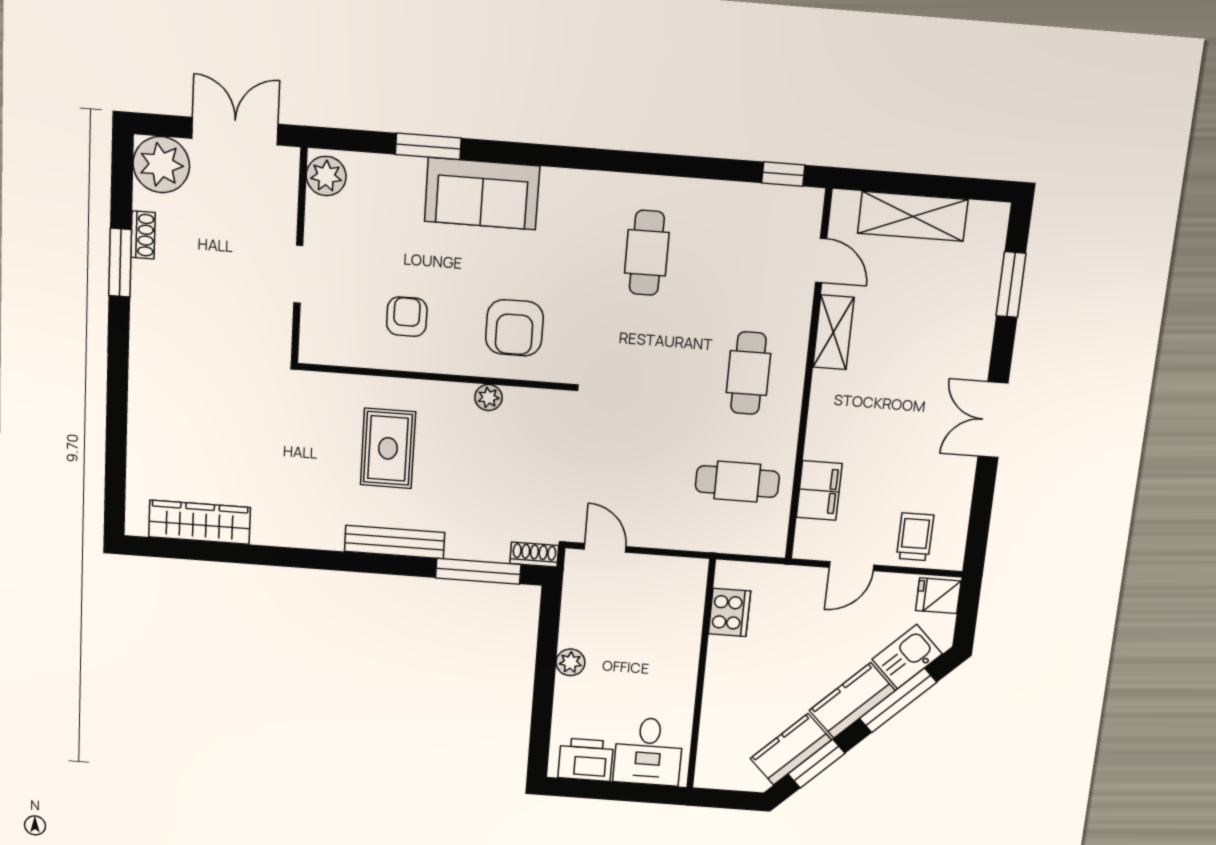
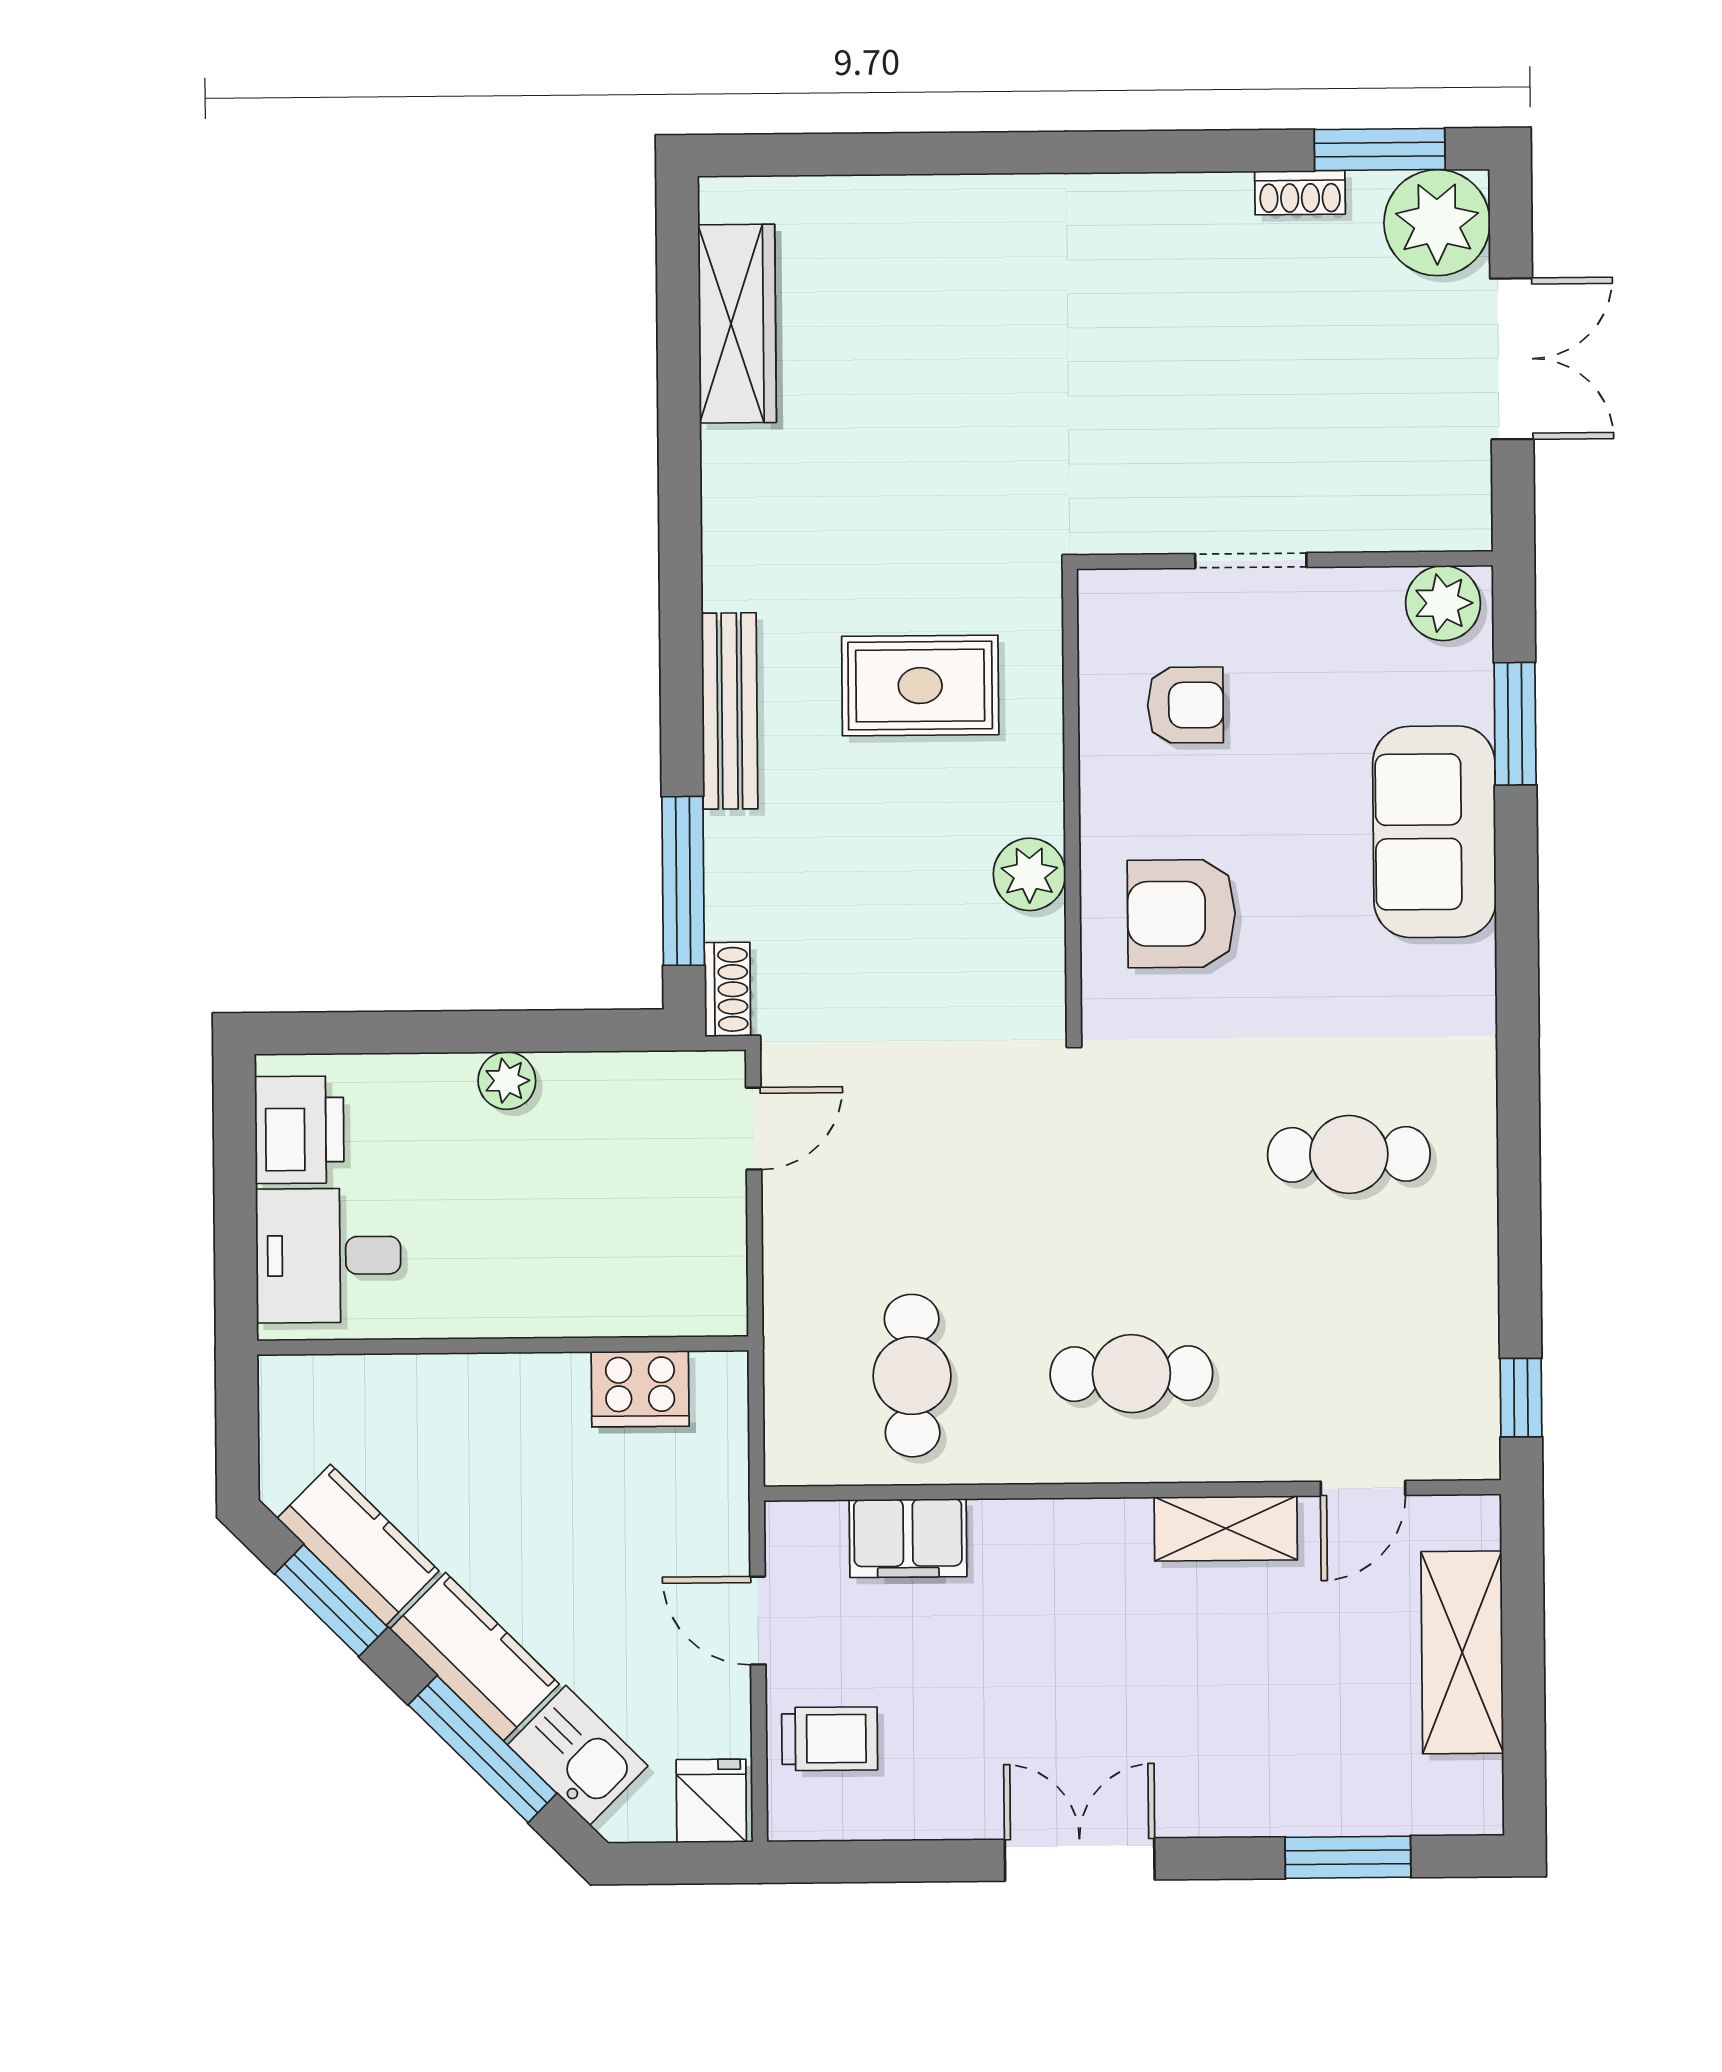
plant: (326, 176) -> (1443, 603), moved
wall: (299, 257) -> (1285, 560), moved
window: (120, 263) -> (1380, 150), moved
doorway: (298, 274) -> (1251, 560), moved
plant: (488, 397) -> (1029, 874), width x1.38, depth x1.38

